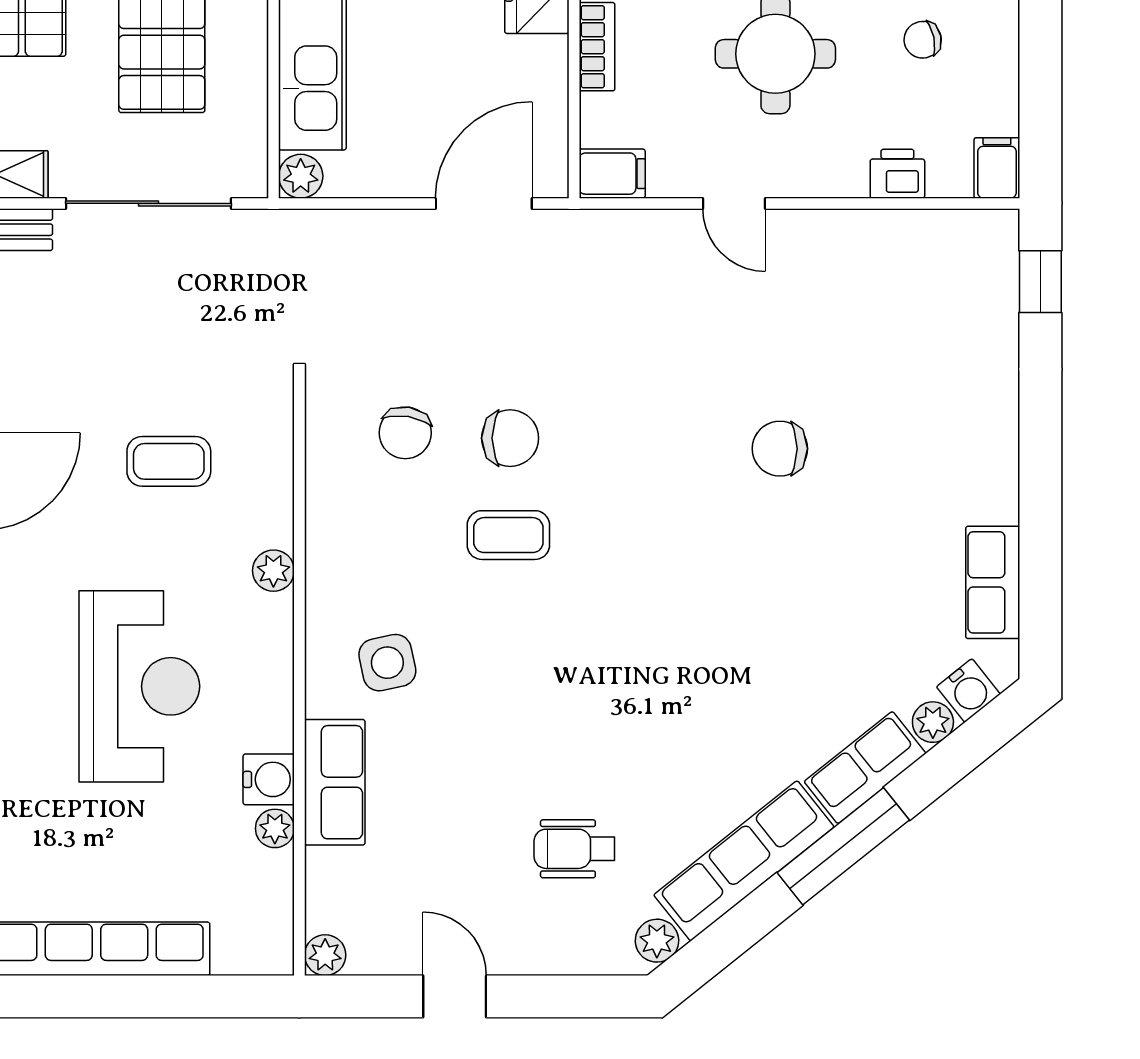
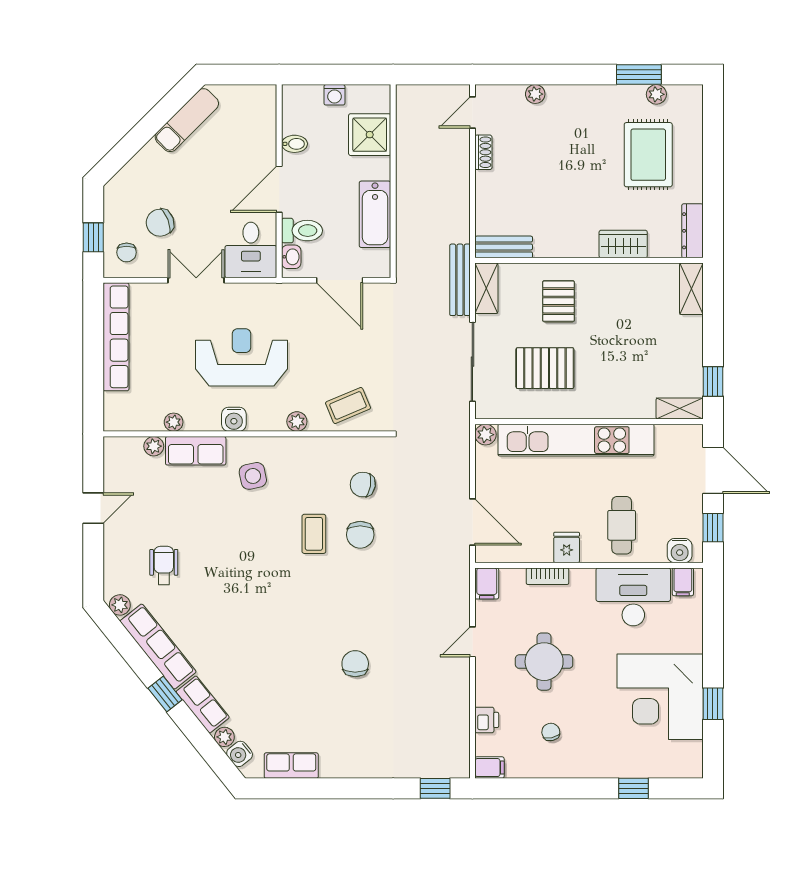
coffee table: (169, 461) -> (348, 405), moved, turned 67
reception desk: (139, 686) -> (242, 357), turned 180
water cooler: (269, 779) -> (234, 419), moved
window: (843, 846) -> (165, 694), width x0.46
plant: (325, 955) -> (154, 446), moved

